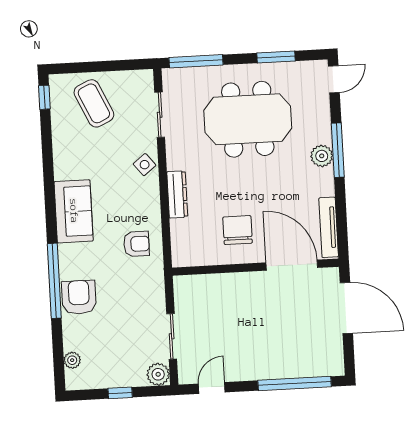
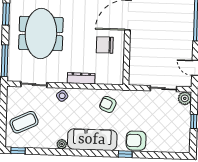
sofa: (74, 211) -> (92, 140), width x1.36
armchair: (137, 244) -> (108, 104), turned -67
window: (54, 281) -> (125, 154), width x0.32
plant: (72, 360) -> (62, 144), moved

